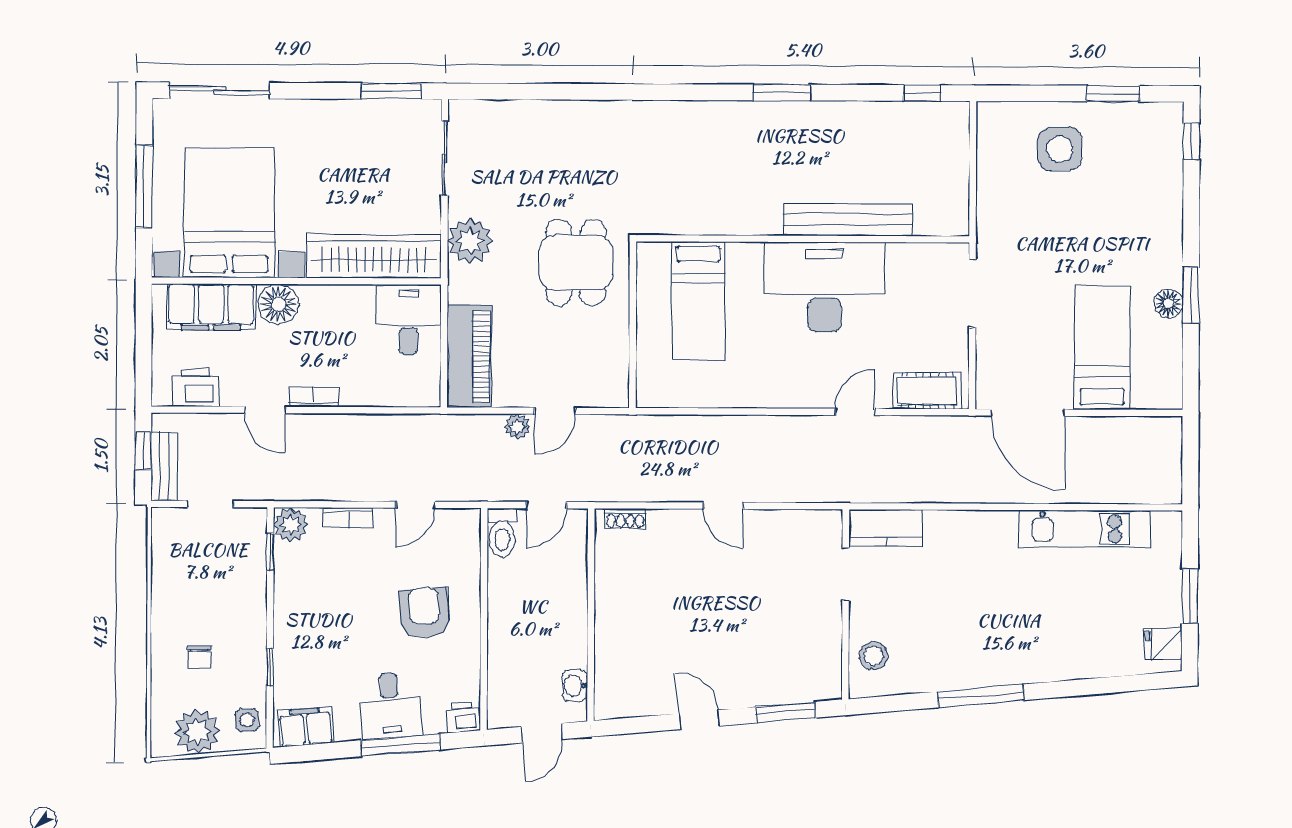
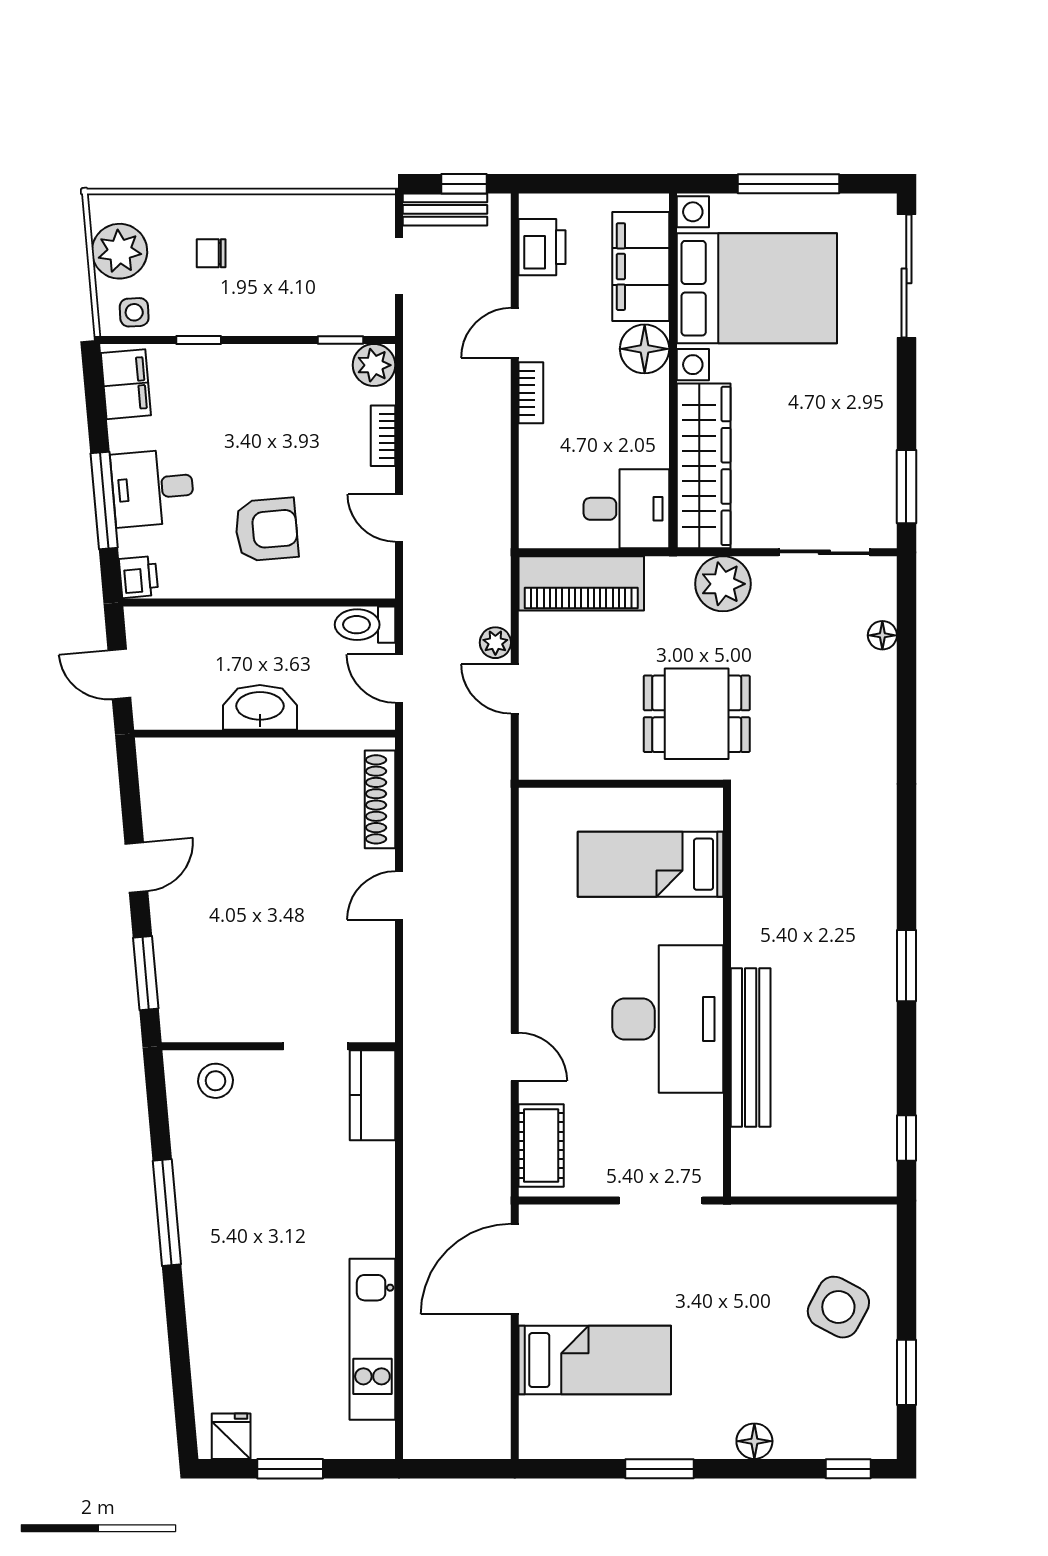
floor lamp: (512, 111) -> (882, 635), added
side table: (1060, 149) -> (838, 1307), turned 30
floor lamp: (1168, 303) -> (754, 1441), moved
shoe rack: (625, 519) -> (380, 799), width x1.94, depth x1.24
washbasin: (575, 686) -> (260, 707), moved, width x1.91, depth x1.45

